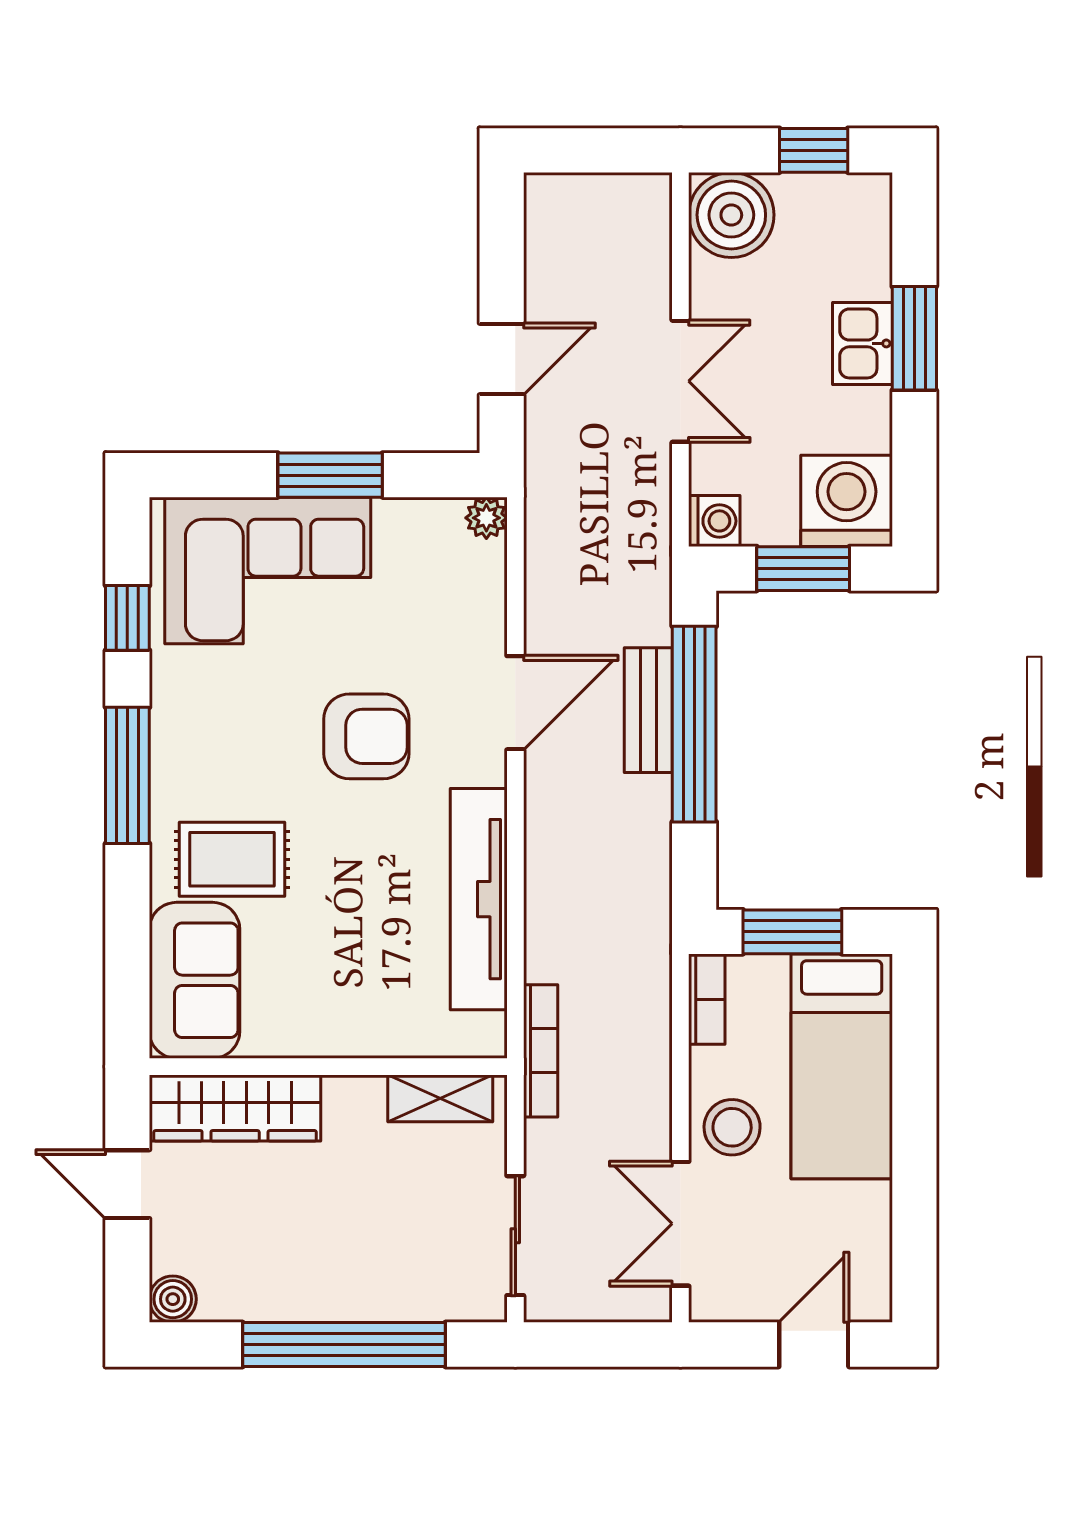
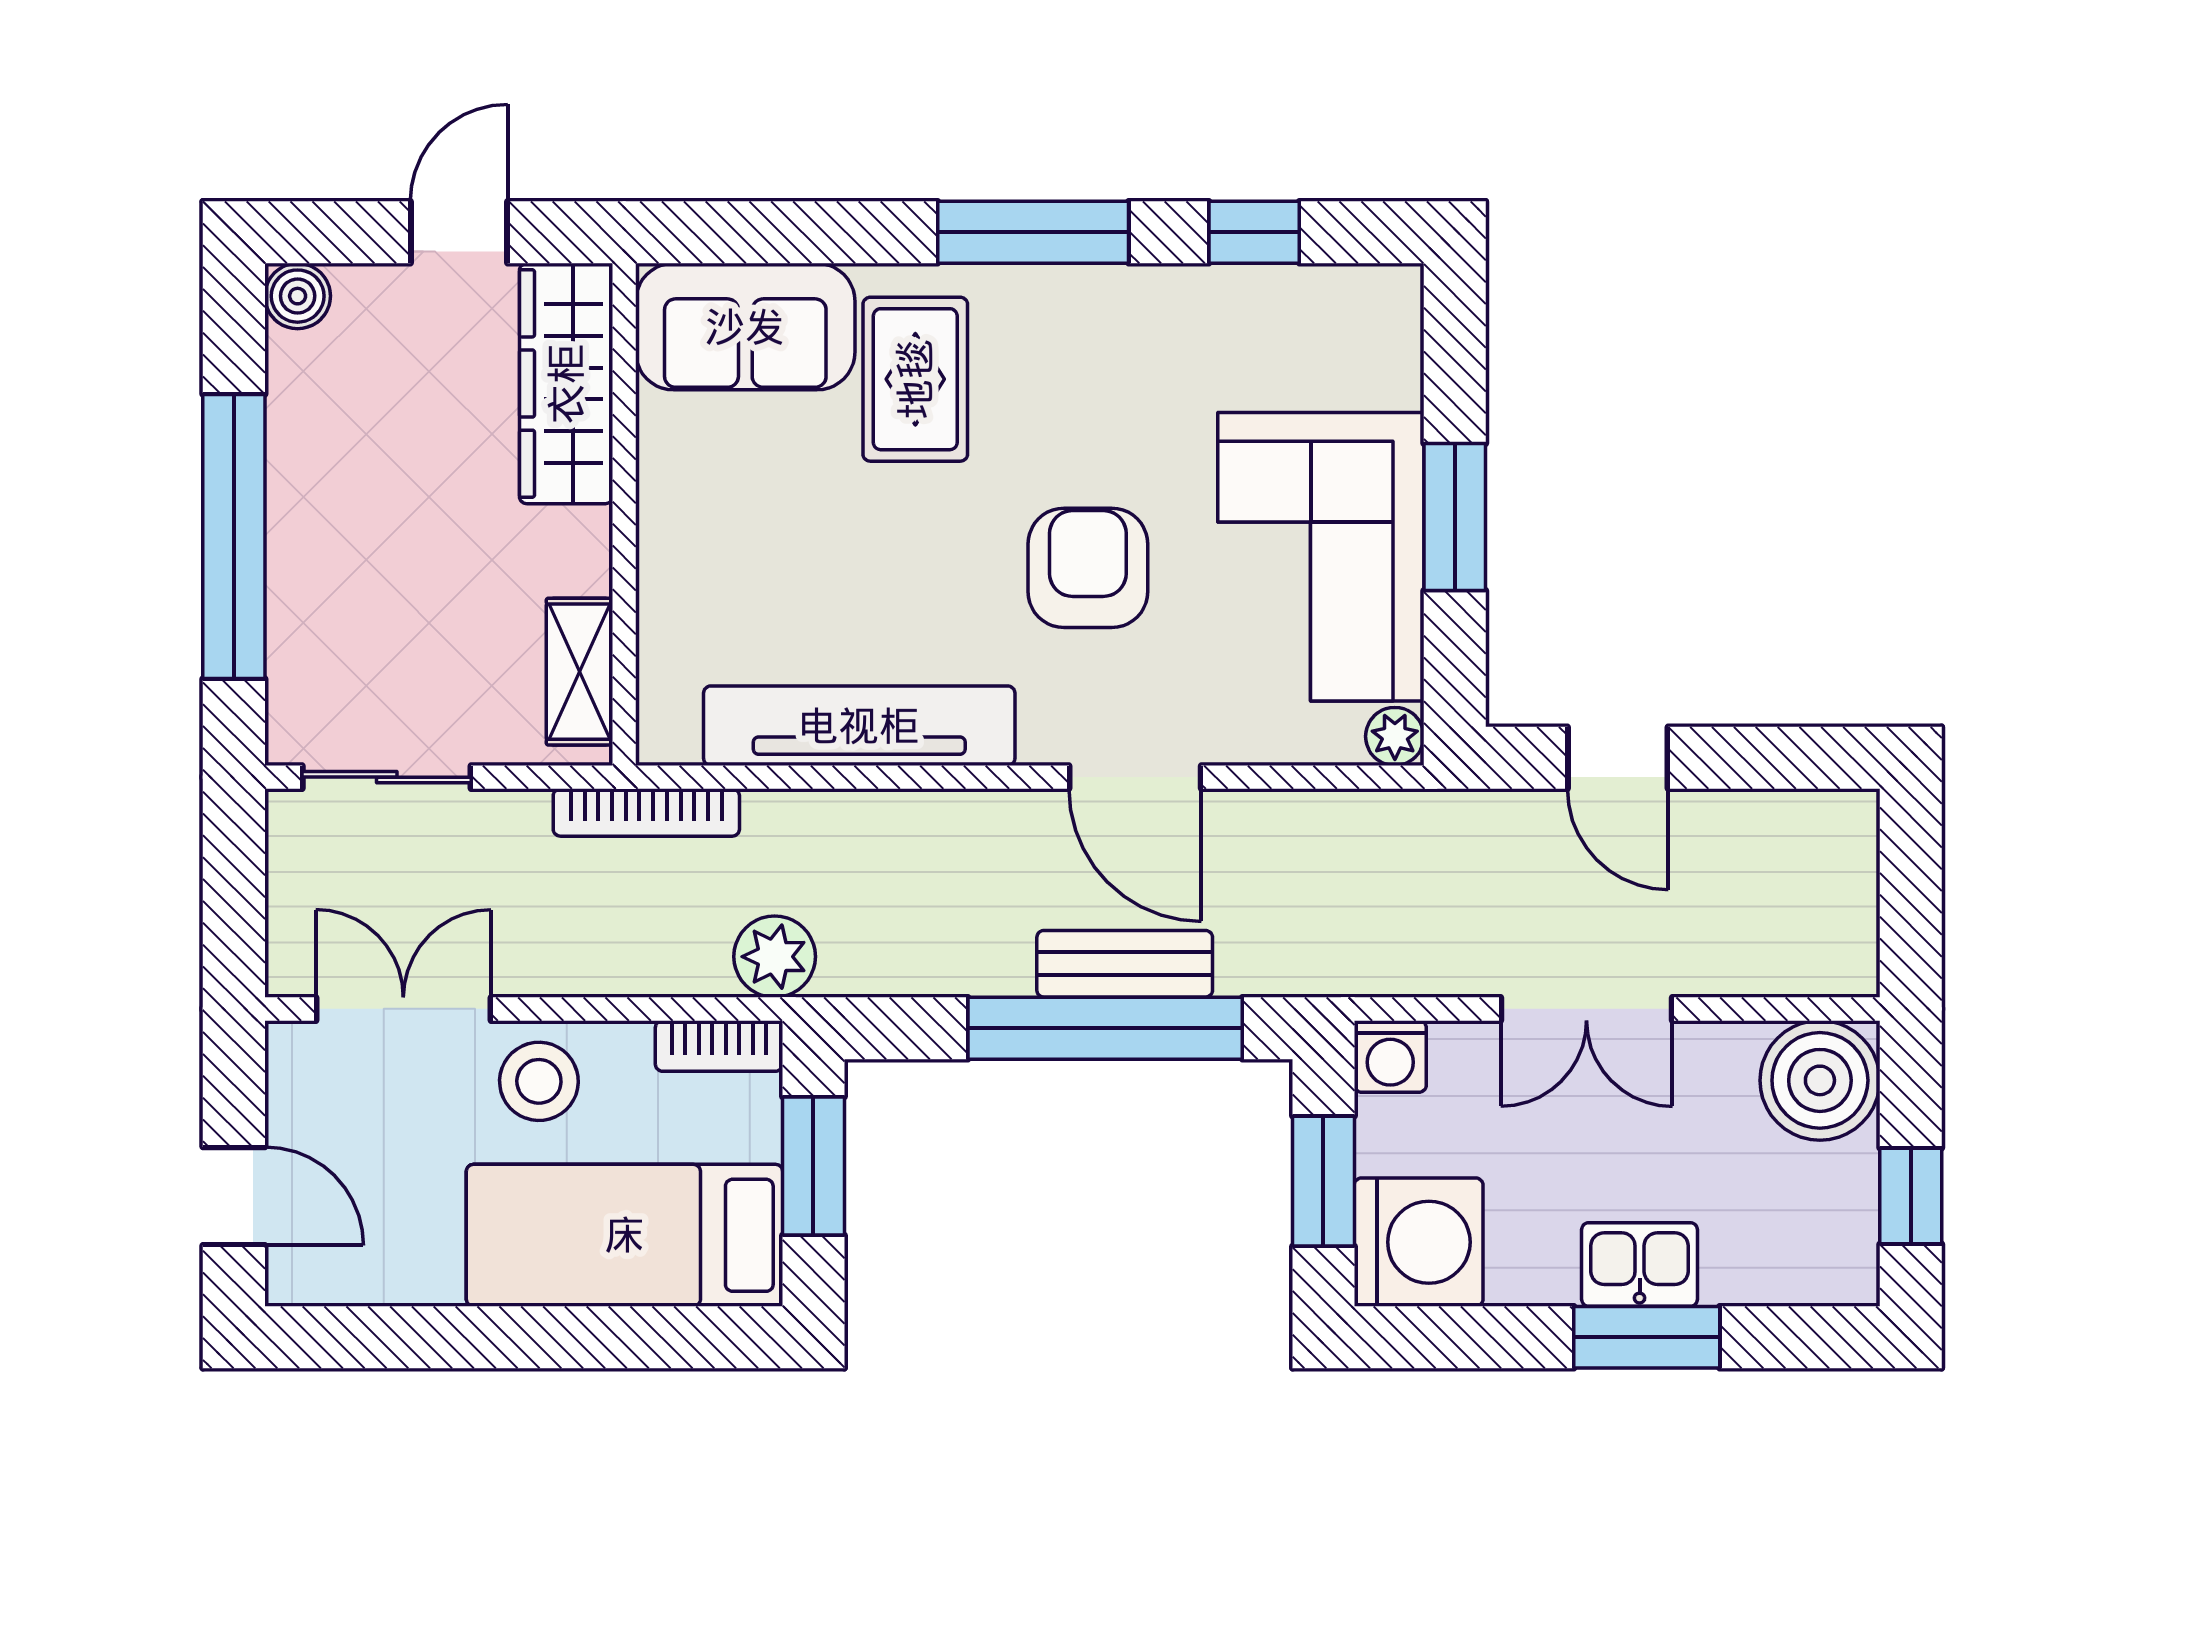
corner sofa: (268, 570) -> (1321, 557), moved
armchair: (366, 736) -> (1088, 568), turned 180
plant: (643, 959) -> (775, 957), added

